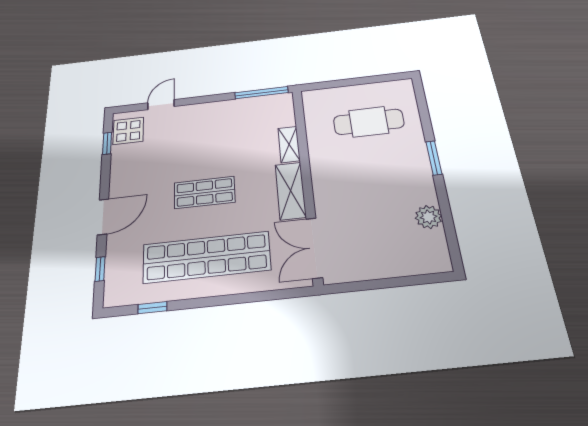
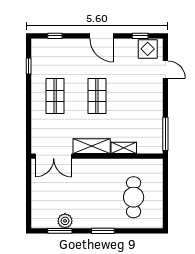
door: (103, 217) -> (101, 36), moved
window: (448, 223) -> (60, 231), added
double door: (314, 248) -> (54, 156), swing flipped
shop shelf: (206, 257) -> (55, 96), width x0.50, depth x0.74

